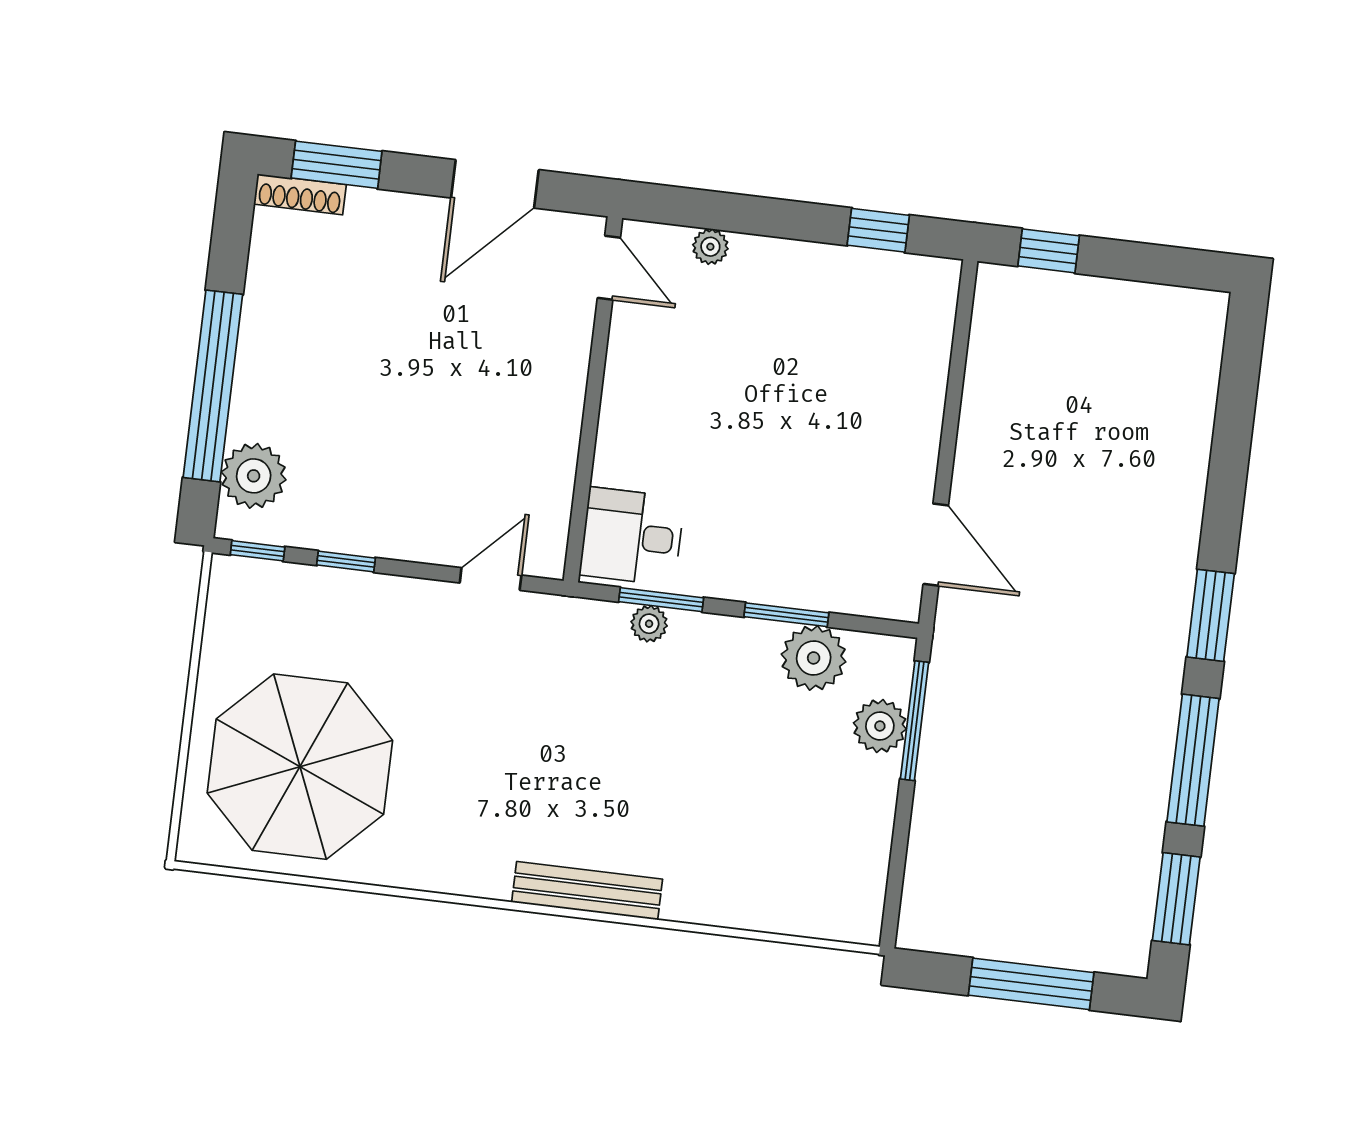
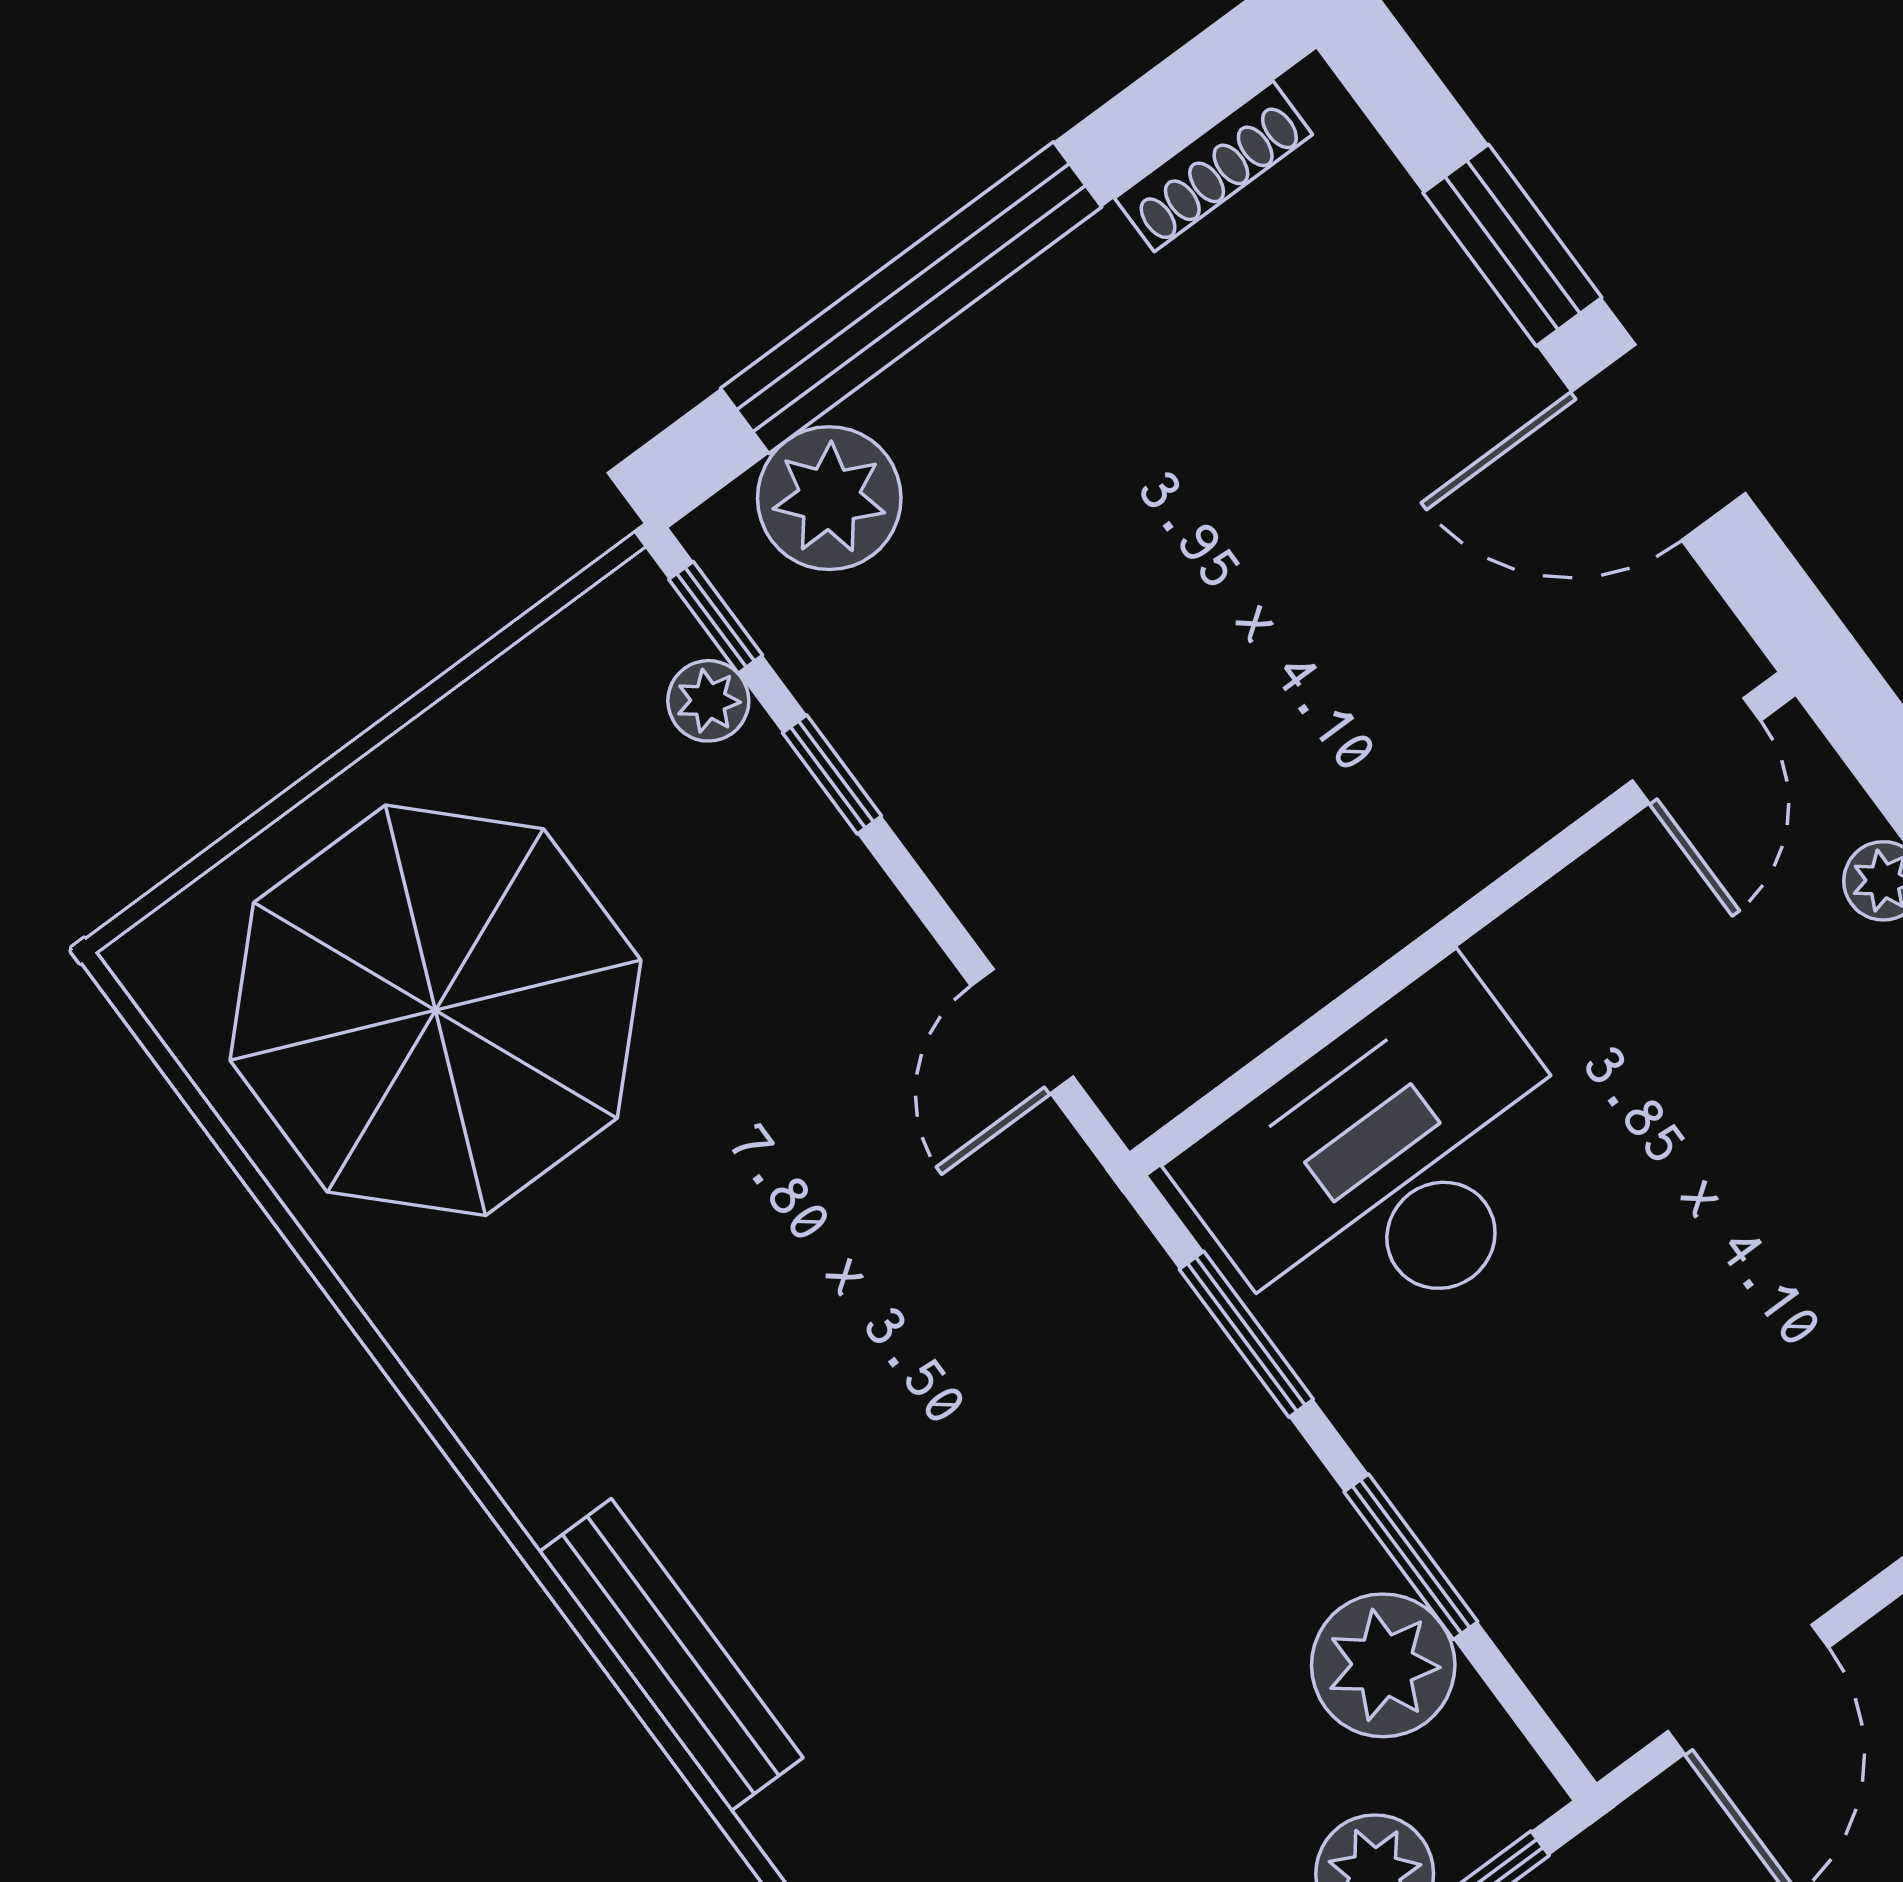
window: (337, 165) -> (1512, 245), moved
shoe rack: (300, 194) -> (1214, 166), moved, turned -90
desk: (632, 536) -> (1390, 1167), width x1.87, depth x1.30
door: (491, 579) -> (1022, 1031), swing flipped
plant: (649, 624) -> (708, 701), moved

